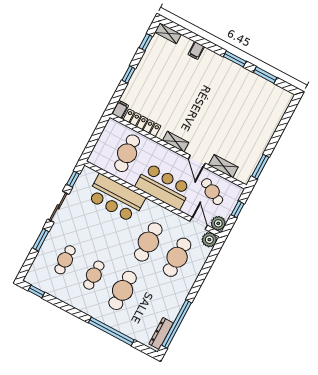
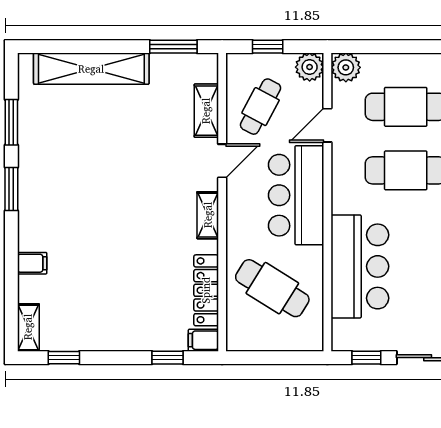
window: (129, 74) -> (168, 358), moved
shelving: (270, 124) -> (91, 69), added
cafe table: (127, 153) -> (272, 288), turned 35
door: (199, 223) -> (327, 125), moved

